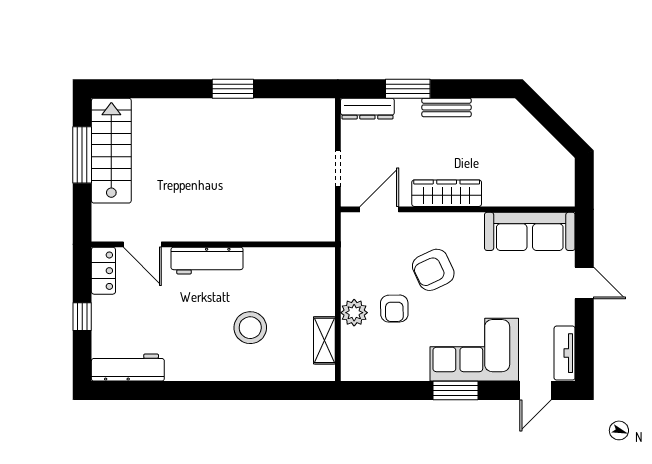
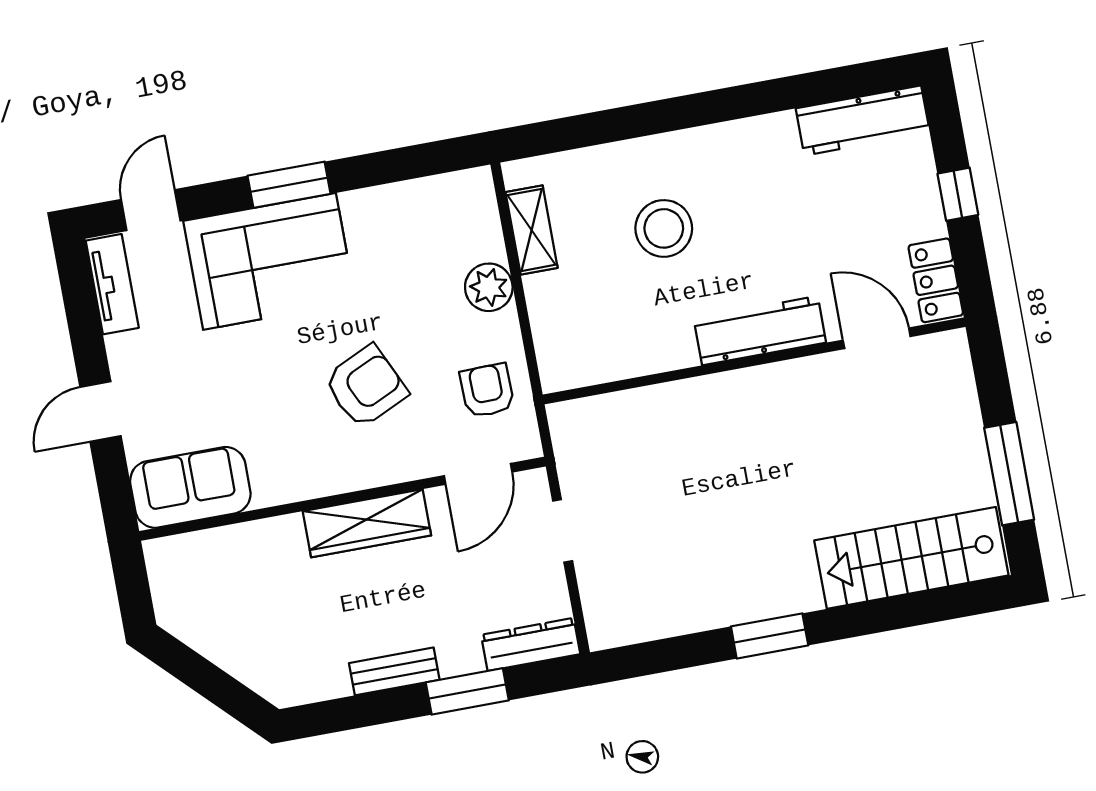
stairs: (111, 151) -> (911, 558), moved, turned 90
sofa: (530, 231) -> (190, 487), width x0.73
door: (584, 283) -> (100, 411), hinge flipped
armchair: (394, 309) -> (487, 390), moved

